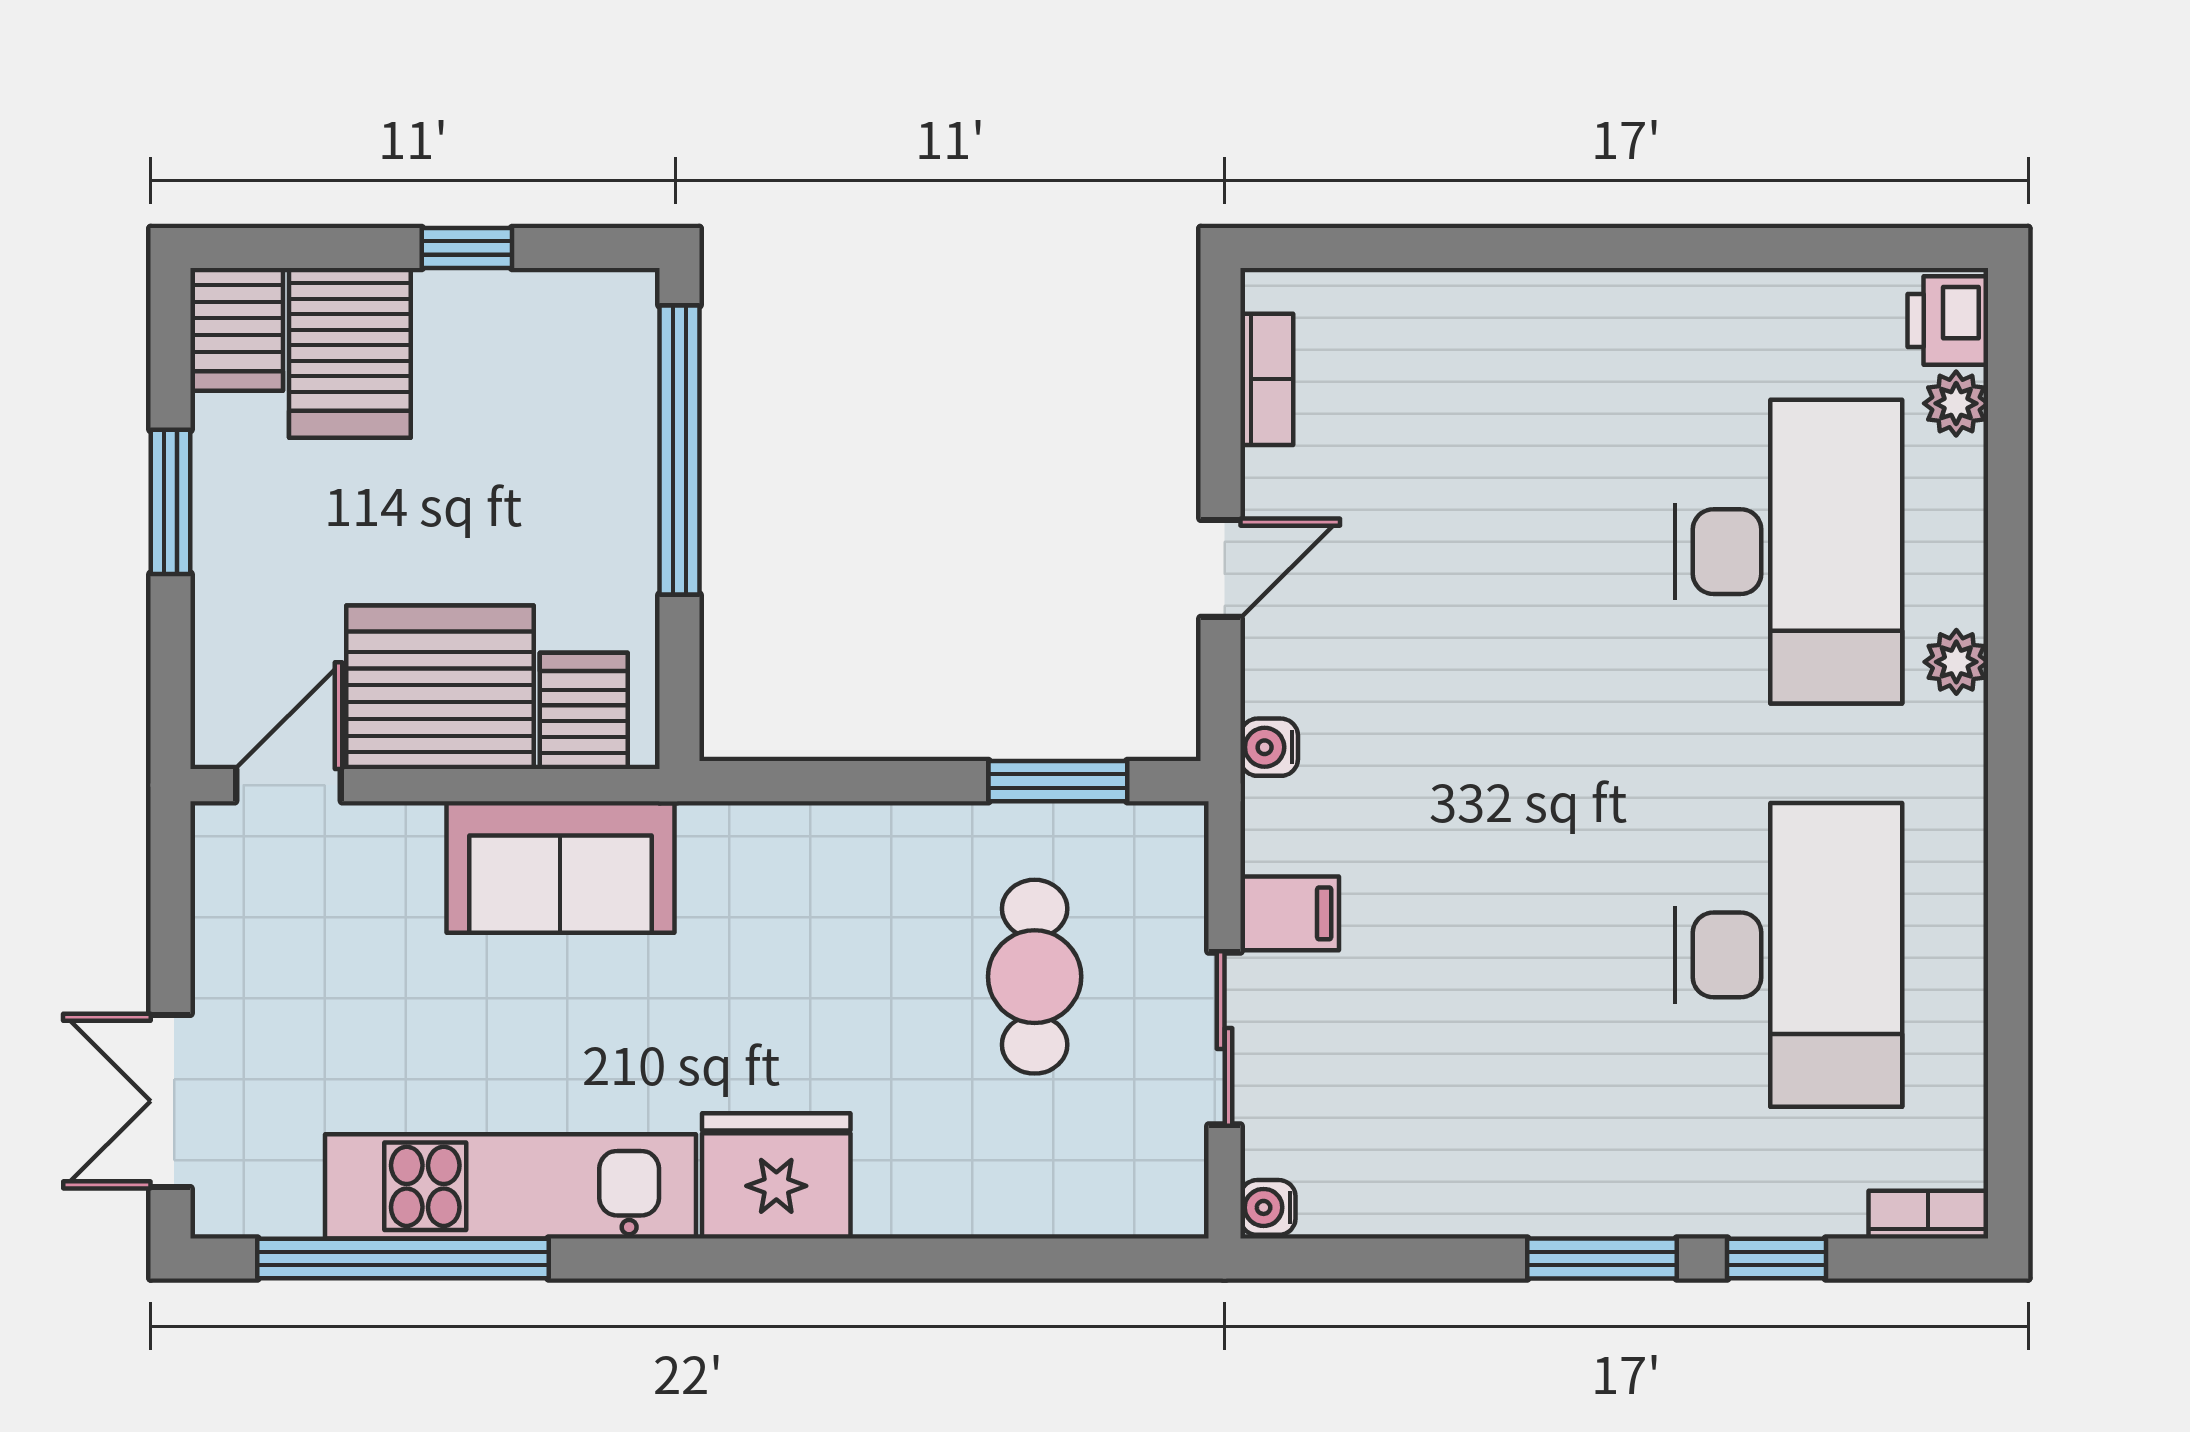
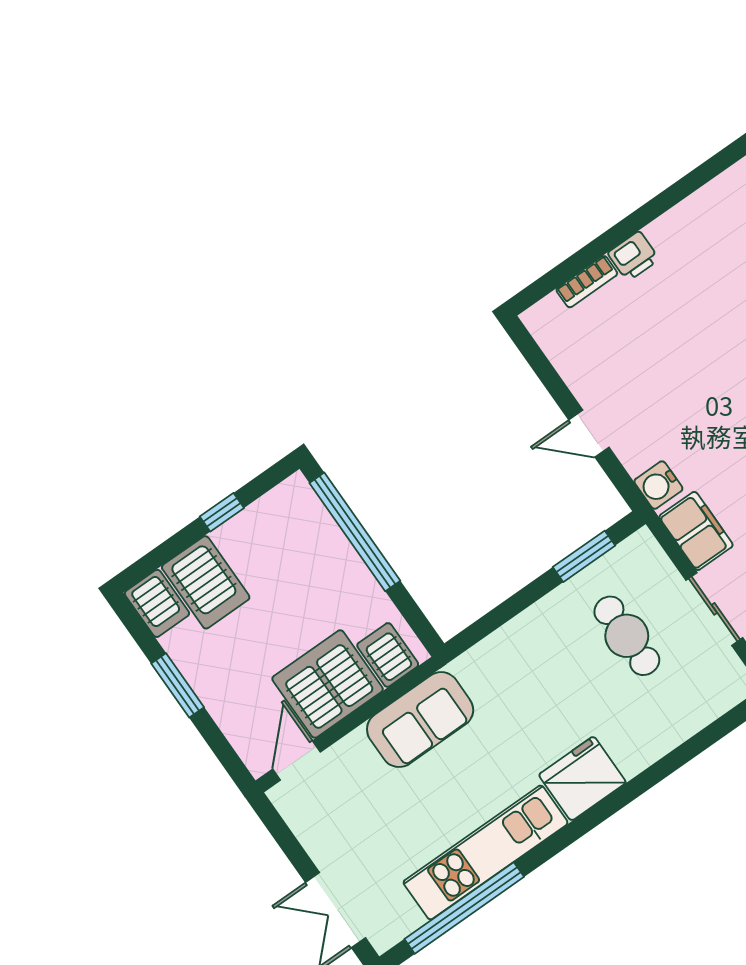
printer: (1523, 307) -> (633, 256), added
bookcase: (1267, 379) -> (587, 282), moved, turned 90
door: (1221, 568) -> (589, 434), swing flipped
water cooler: (1269, 747) -> (658, 485), width x1.38, depth x1.38
filing cabinet: (1290, 913) -> (696, 531), width x2.00

